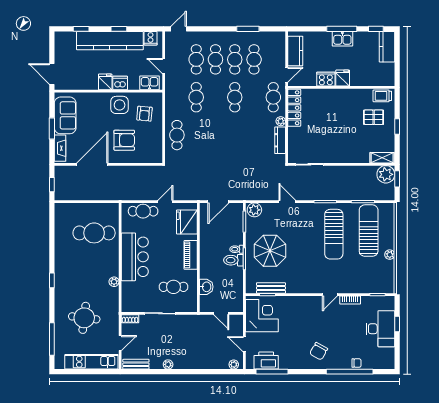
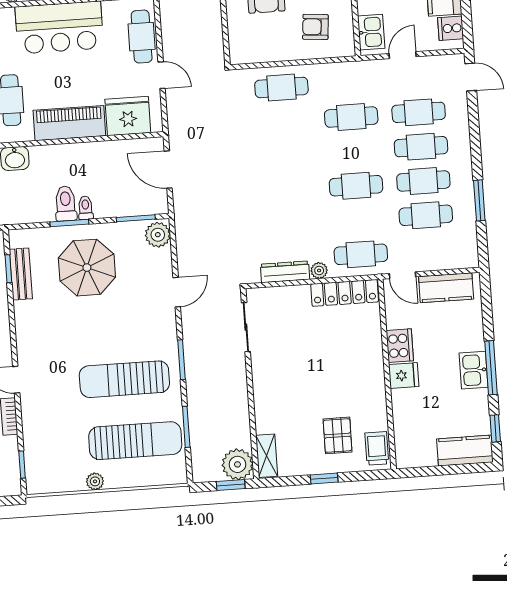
piano: (191, 255) -> (69, 123), width x1.37, depth x1.33

